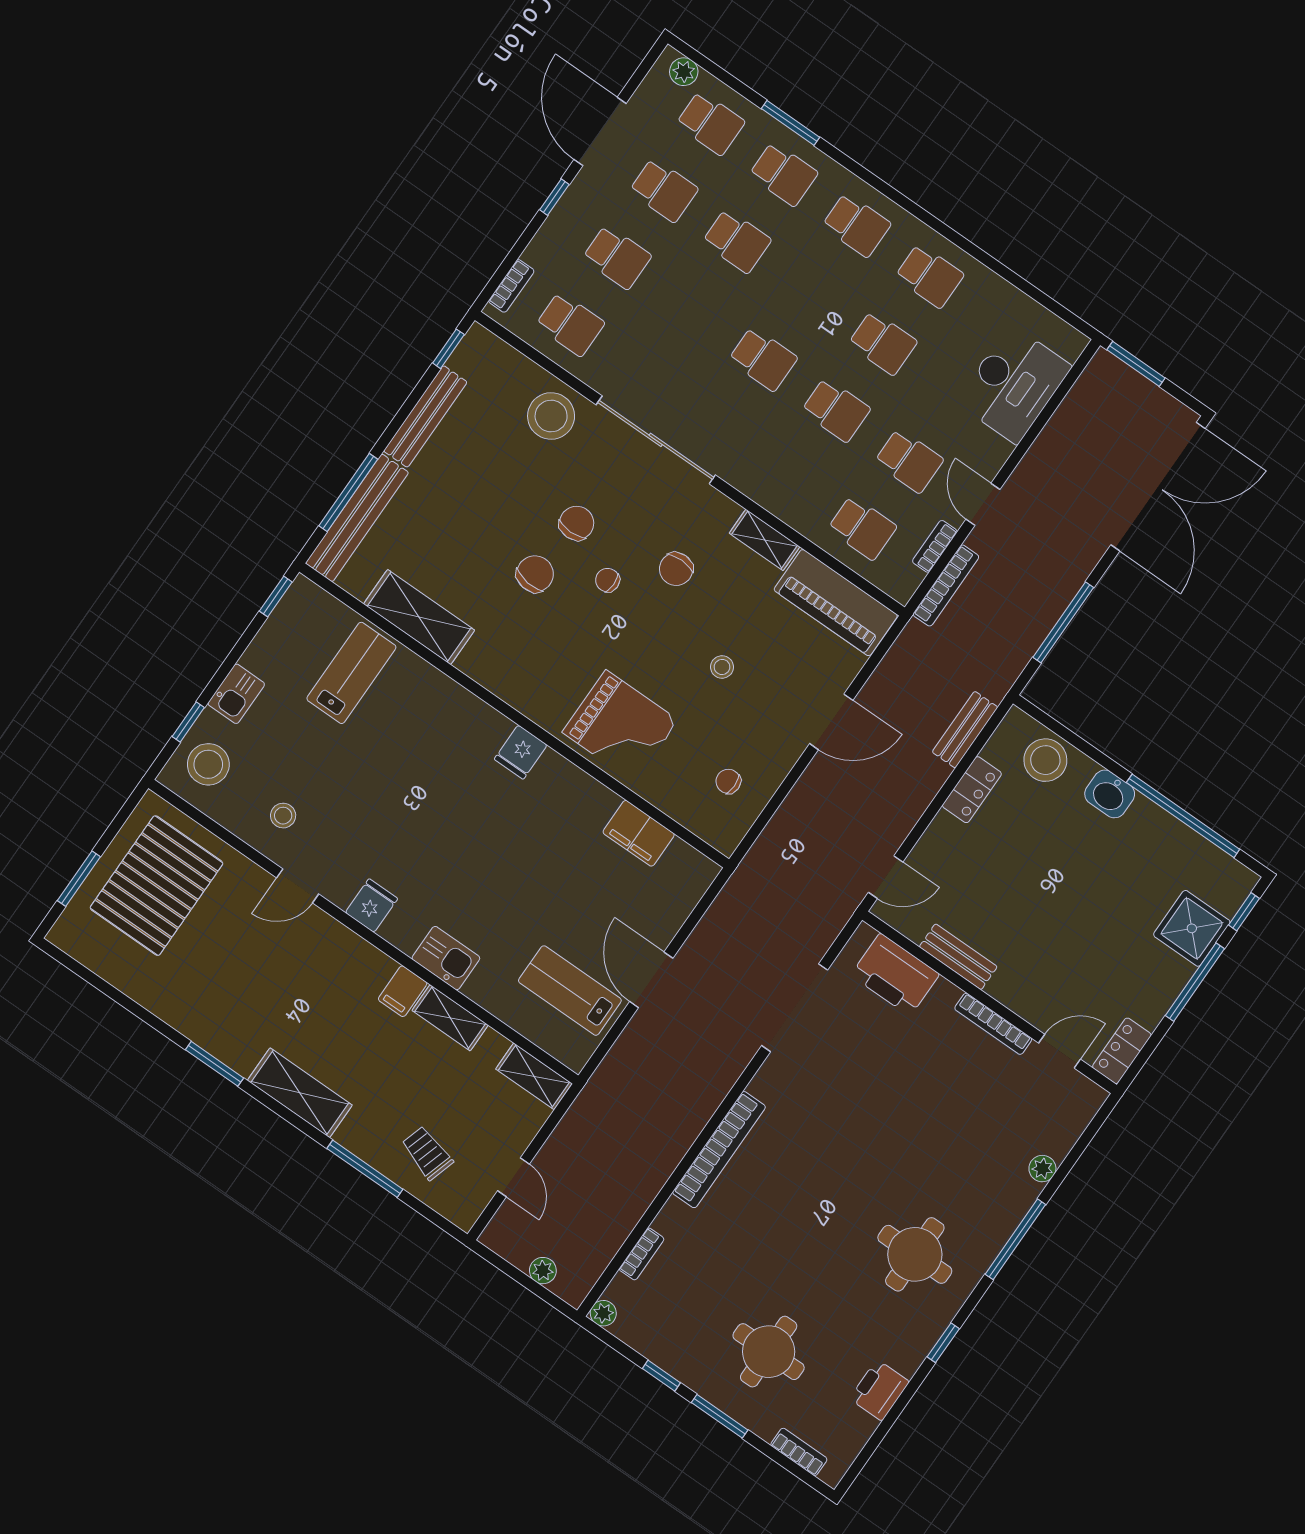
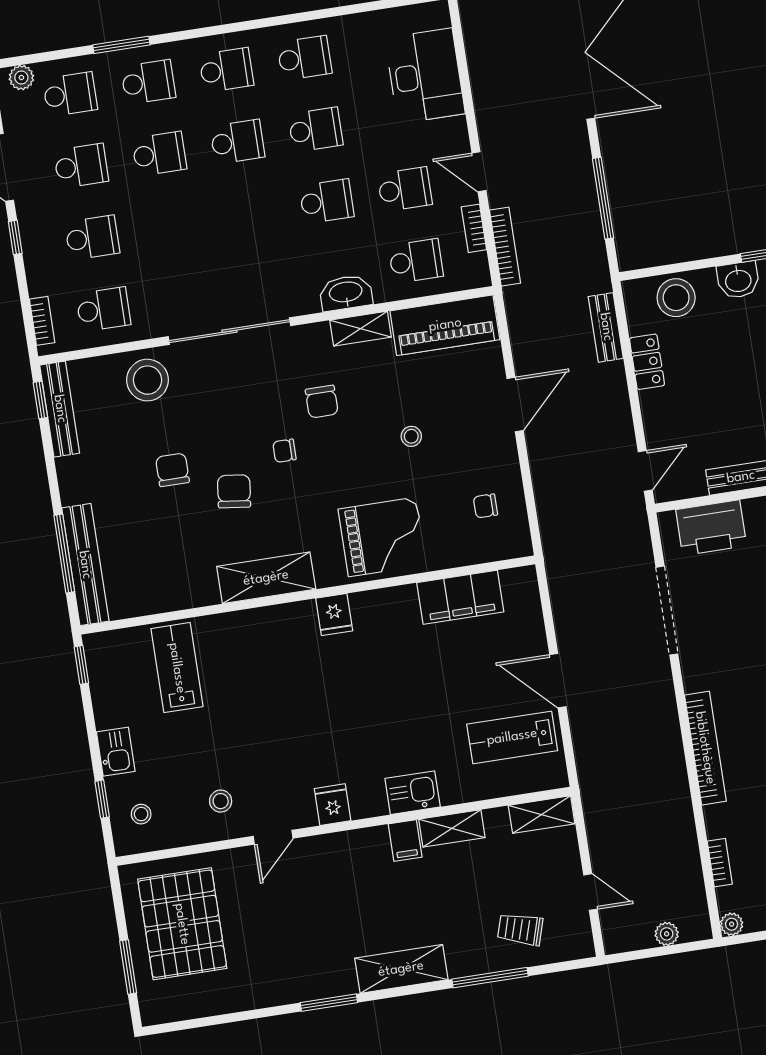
school desk: (763, 359) -> (237, 142), moved
bench: (425, 416) -> (60, 409), moved
washbasin: (780, 499) -> (346, 293), added
chair: (577, 523) -> (172, 470), moved
shelving: (419, 617) -> (266, 578), moved
stool: (208, 764) -> (141, 814), width x0.53, depth x0.53
filing cabinet: (639, 833) -> (460, 597), width x1.50, depth x1.17

